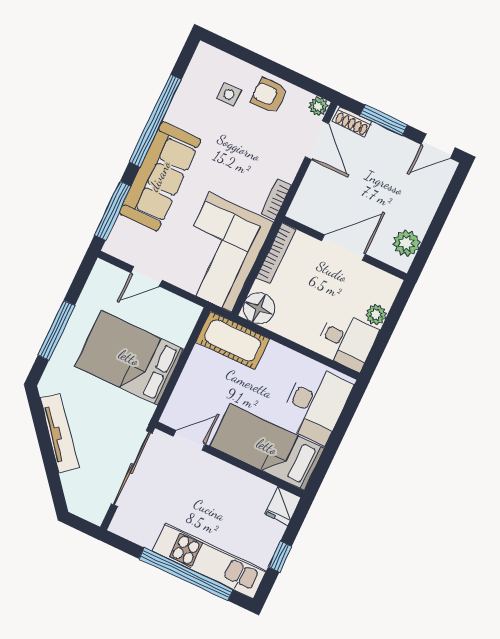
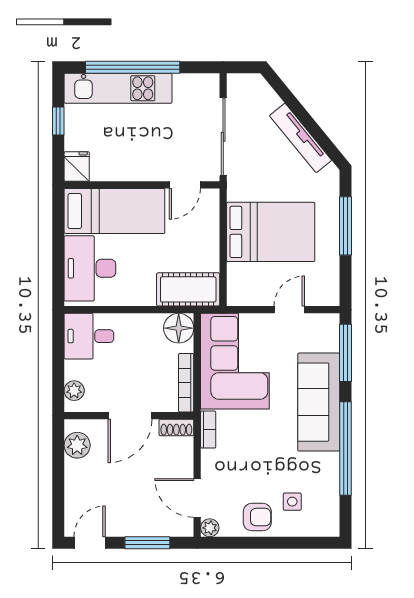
shoe rack: (352, 122) -> (176, 428), moved, turned 180
plant: (376, 314) -> (74, 391), moved

